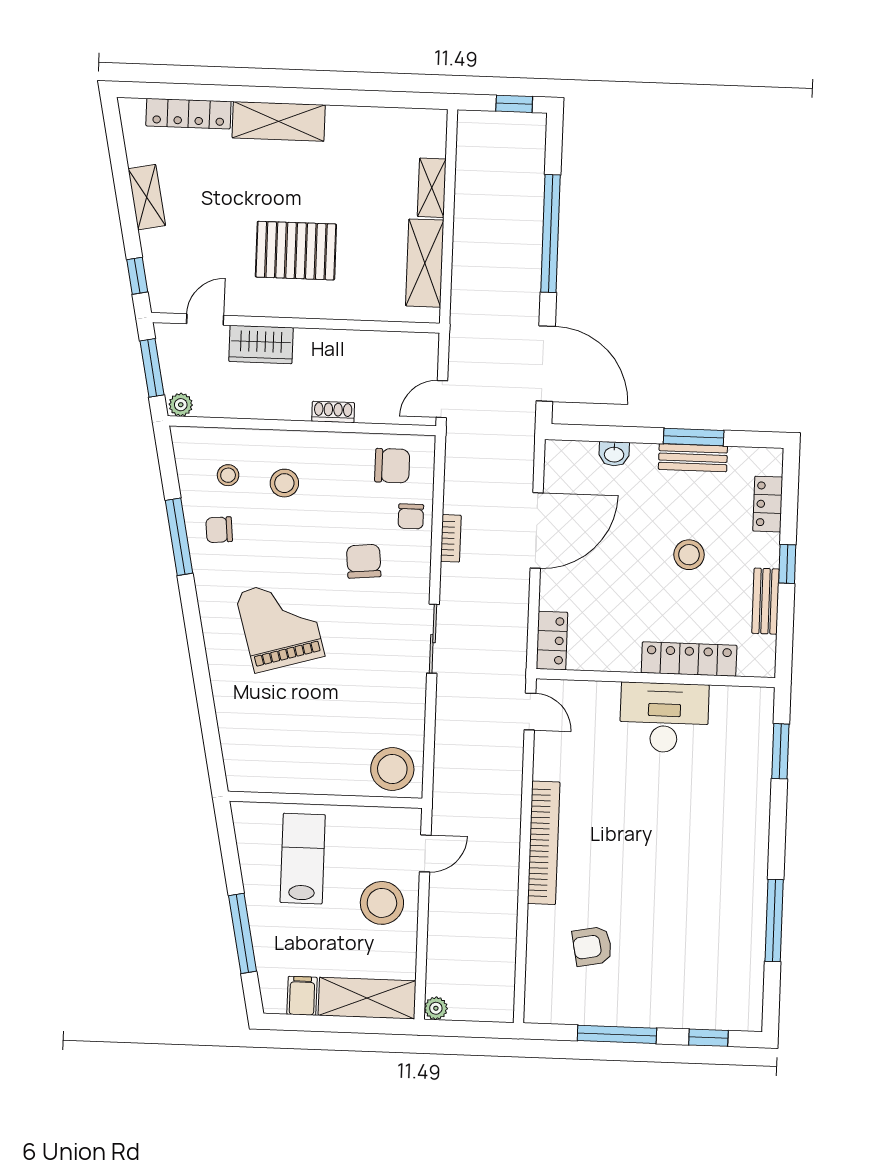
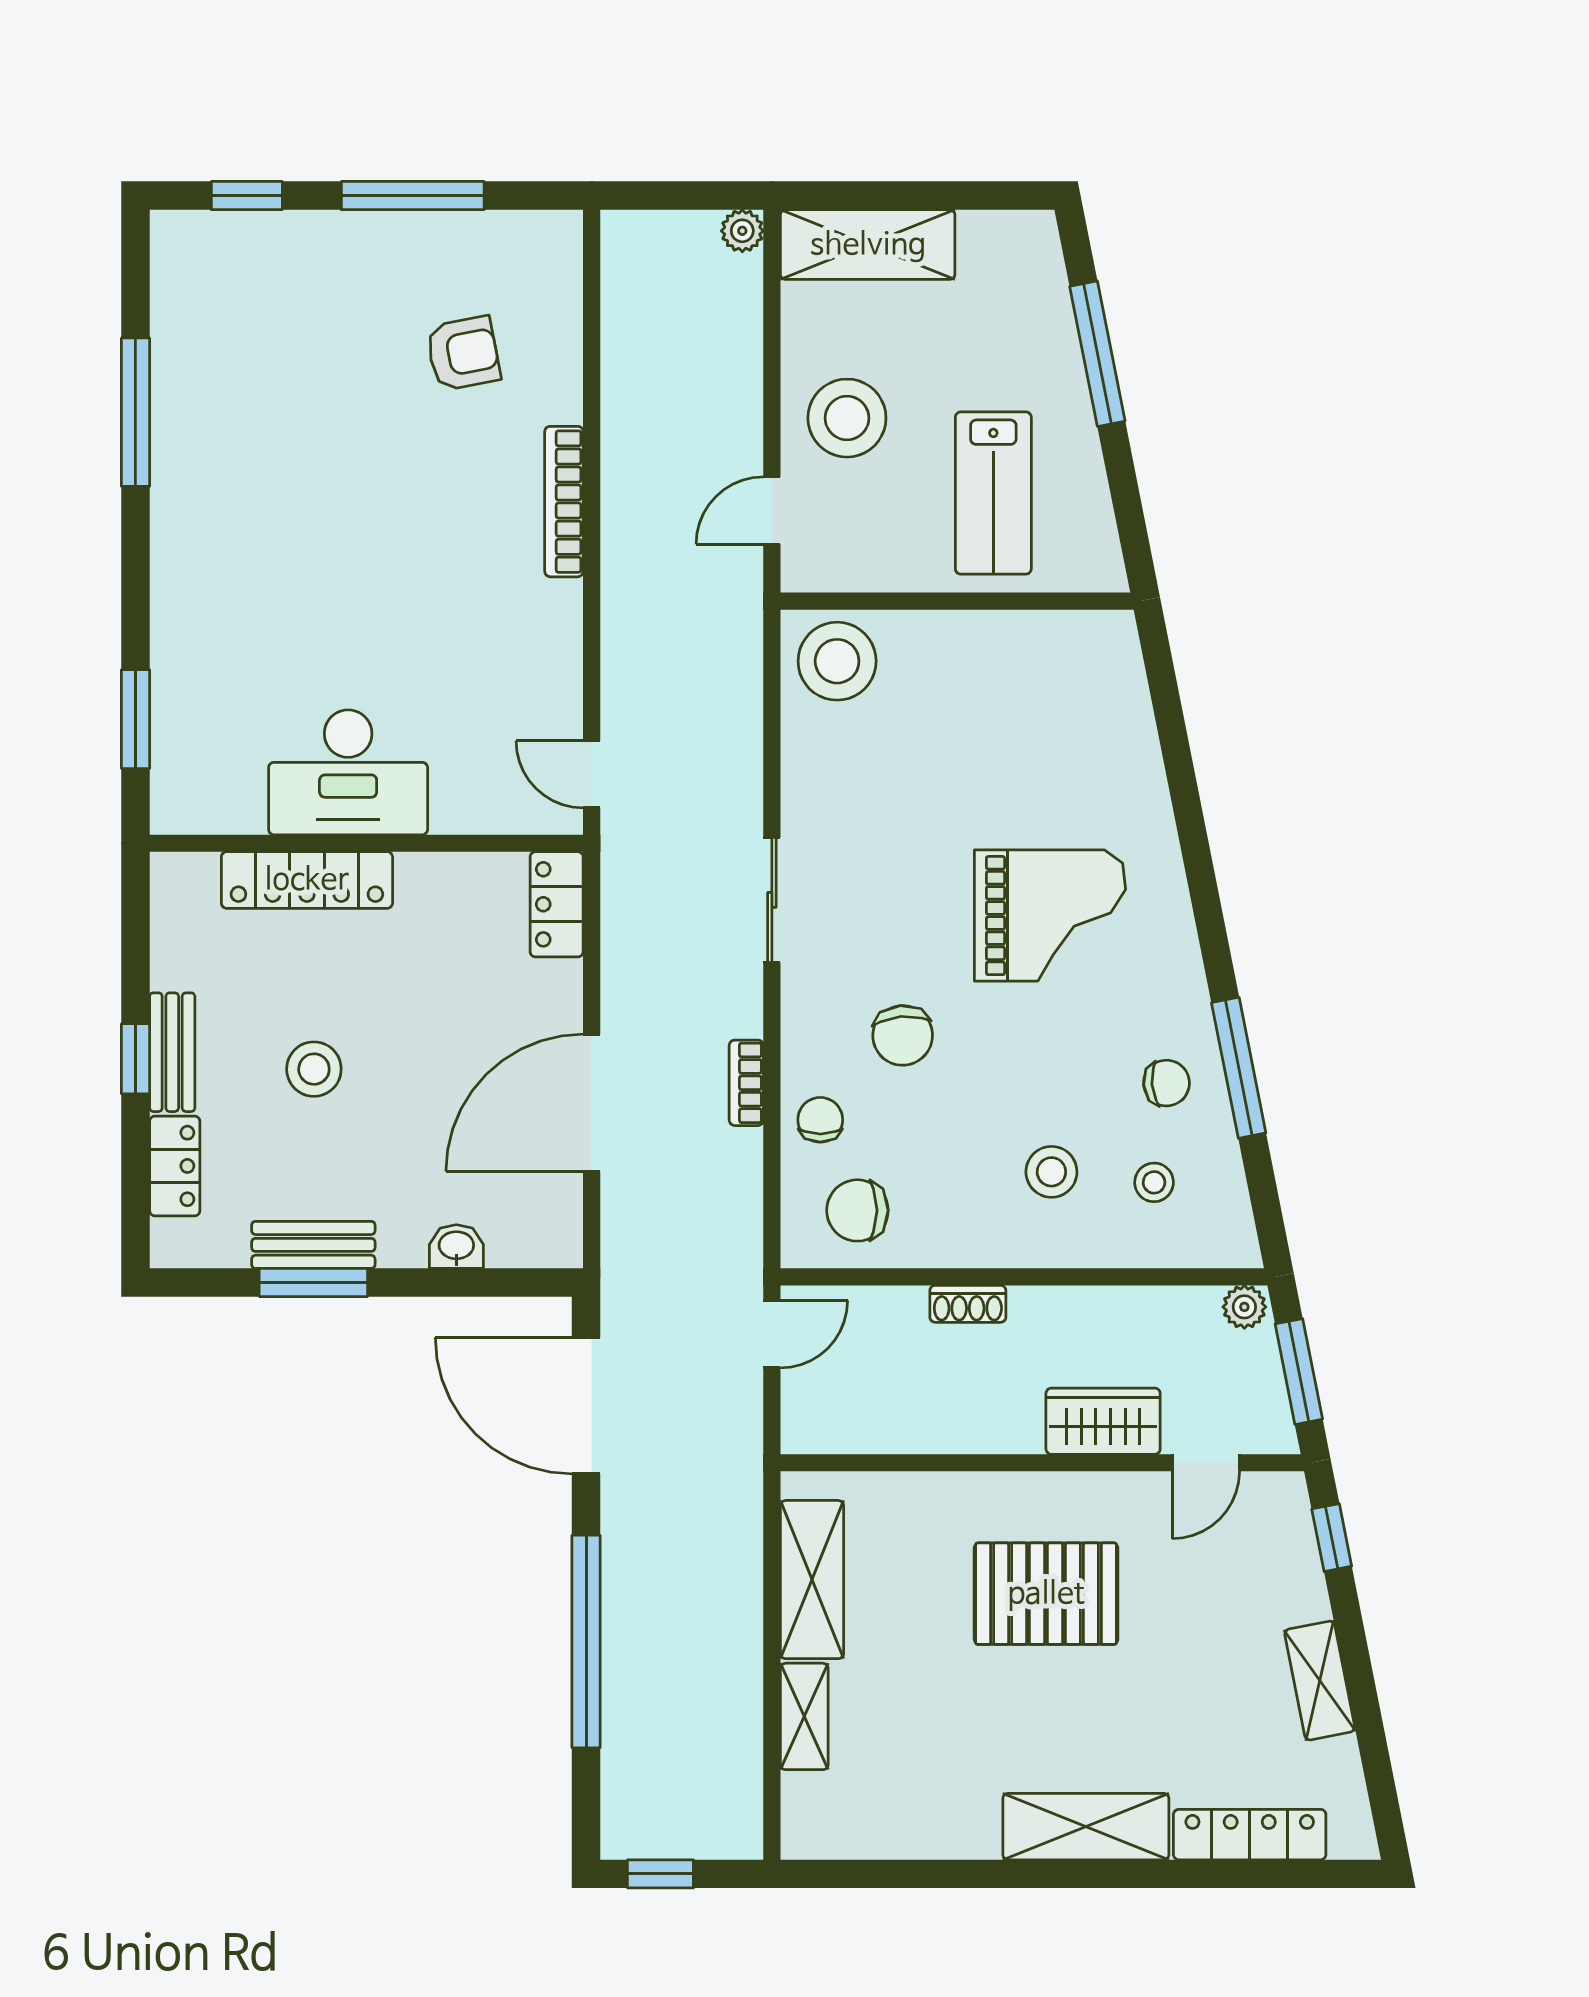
bench: (766, 601) -> (172, 1052), moved
grand piano: (280, 624) -> (1050, 916), turned -74
bookcase: (544, 843) -> (564, 502), width x0.68, depth x0.76
filing cabinet: (302, 996) -> (985, 244), removed

